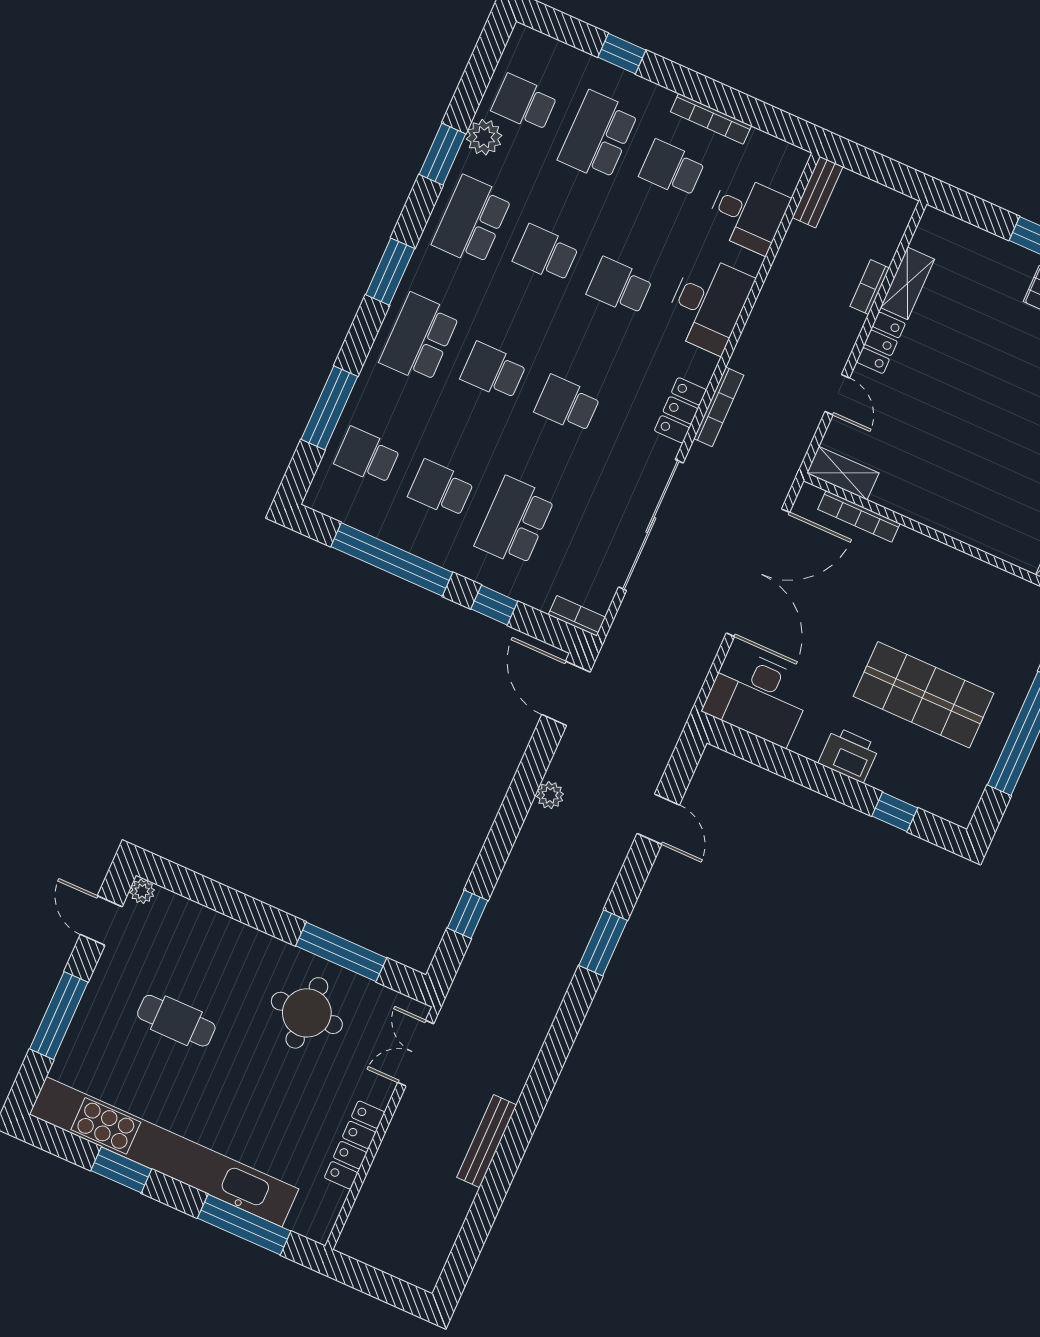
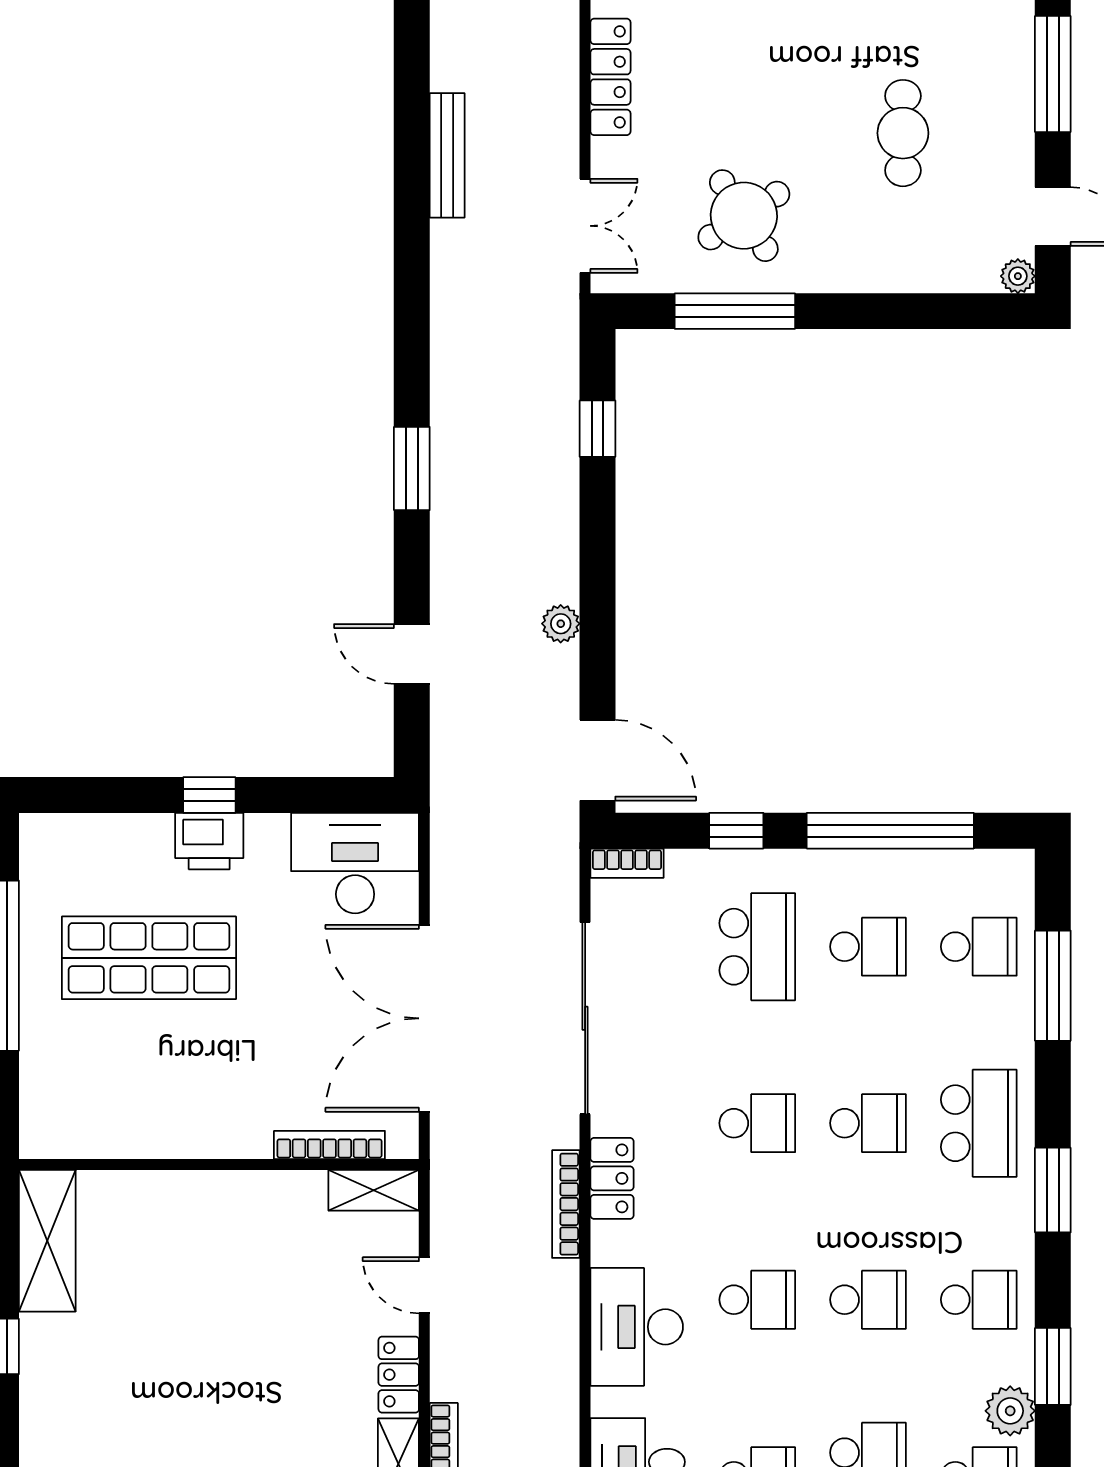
school desk: (472, 221) -> (979, 1300), width x0.54
window: (895, 812) -> (209, 795), moved
round table: (307, 1013) -> (744, 216), turned -33
cafe table: (176, 1021) -> (903, 133), turned 90

